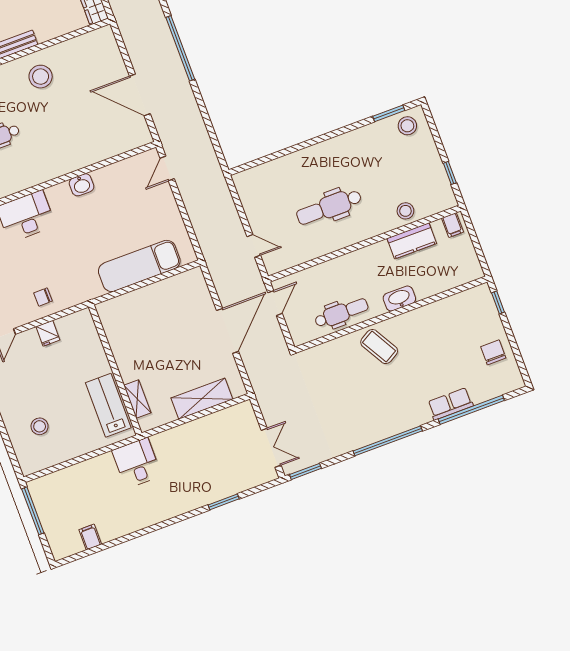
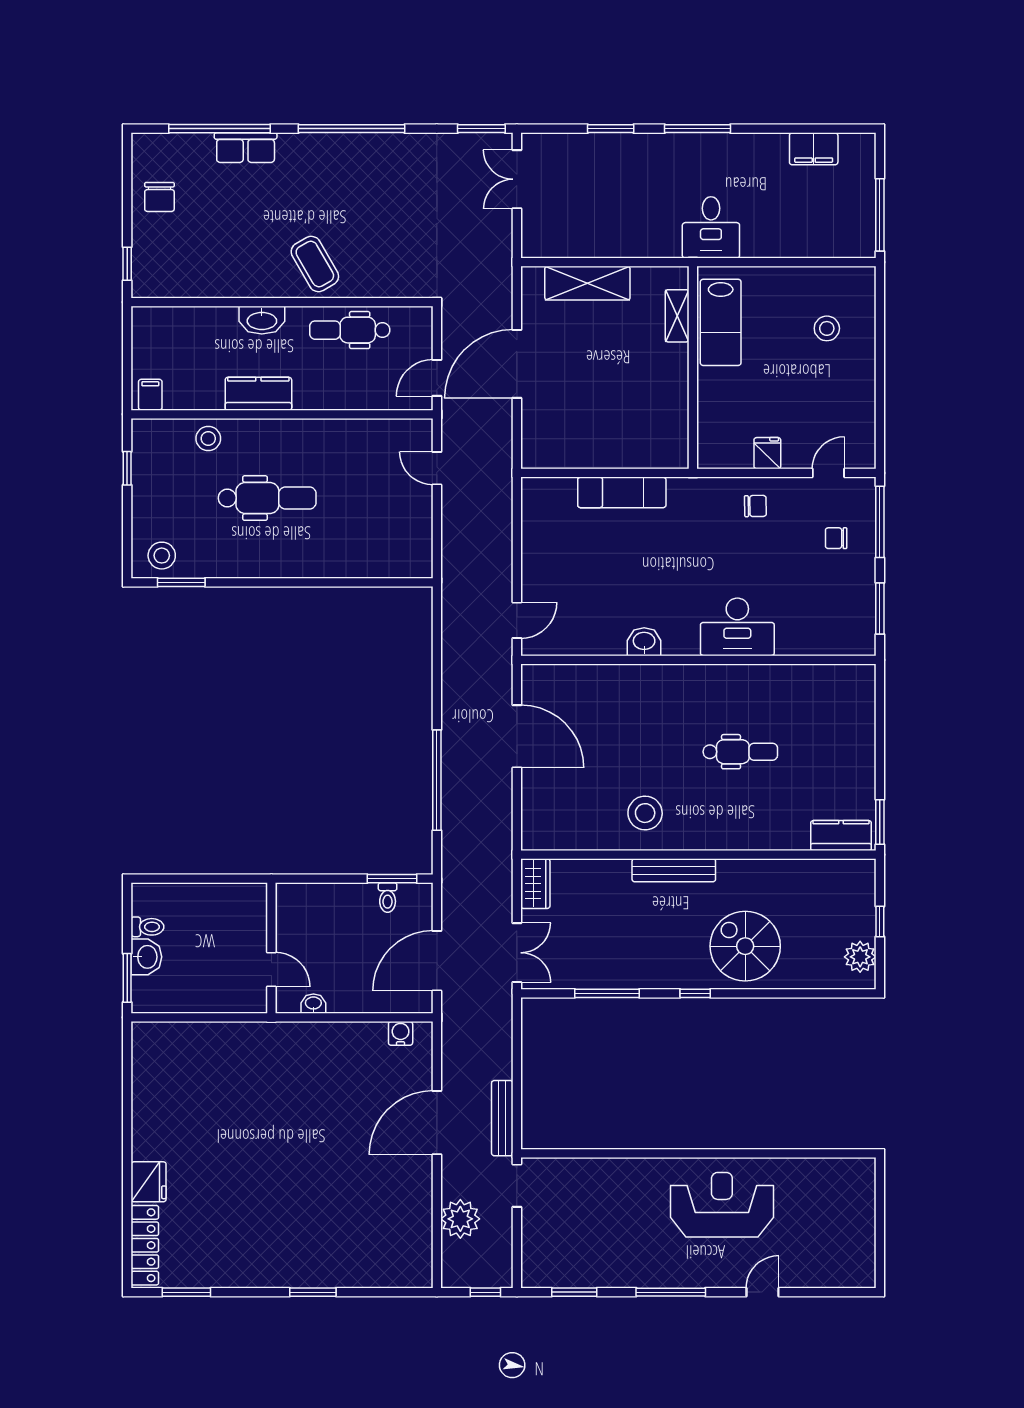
dental chair: (329, 207) -> (267, 498), moved
kitchen counter: (412, 241) -> (258, 394), moved
exam couch: (139, 266) -> (622, 492), width x0.73, depth x0.69
window: (169, 522) -> (697, 129), added
filing cabinet: (90, 537) -> (814, 149), width x2.00

